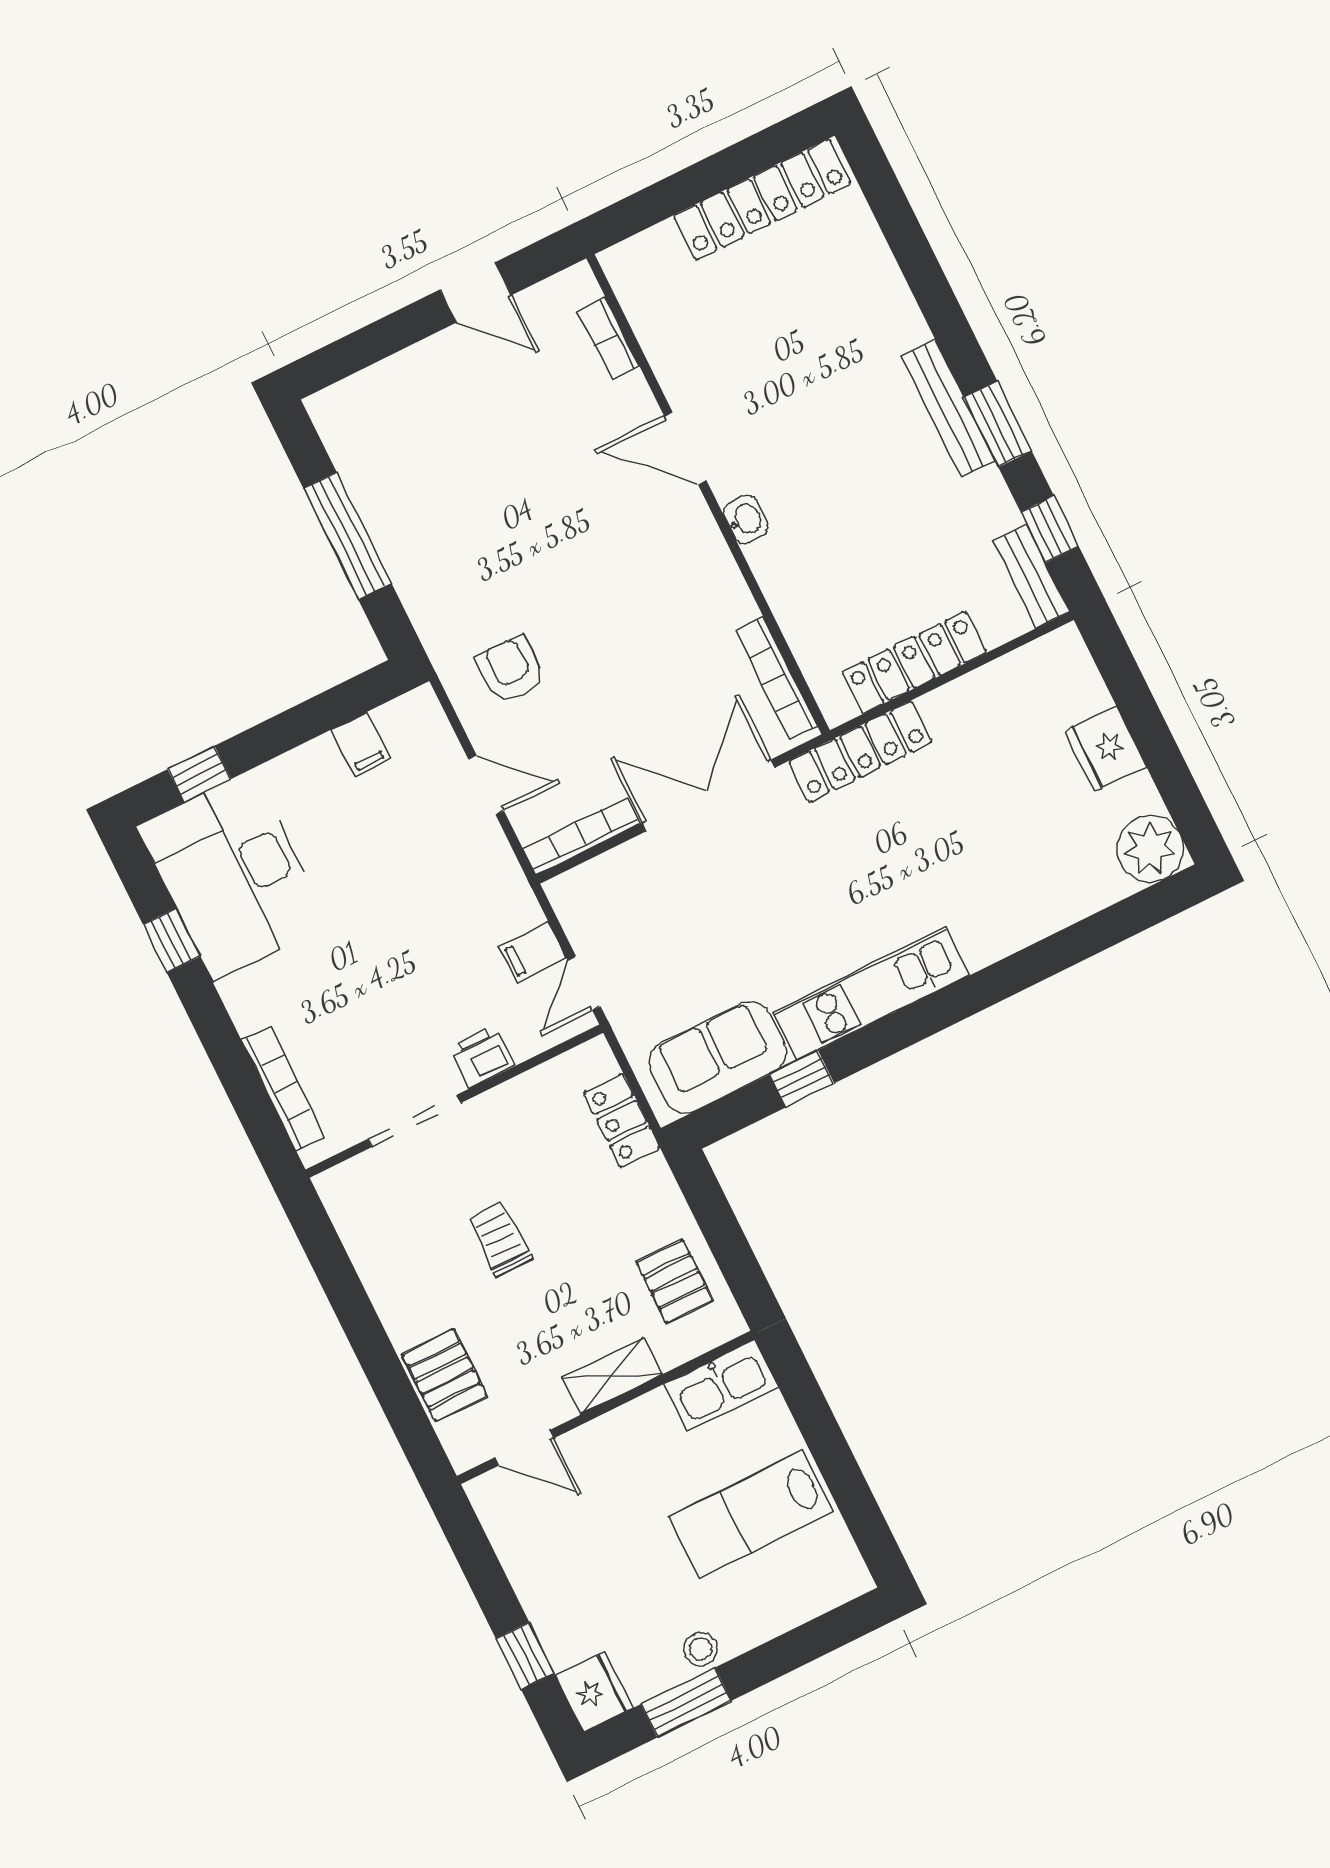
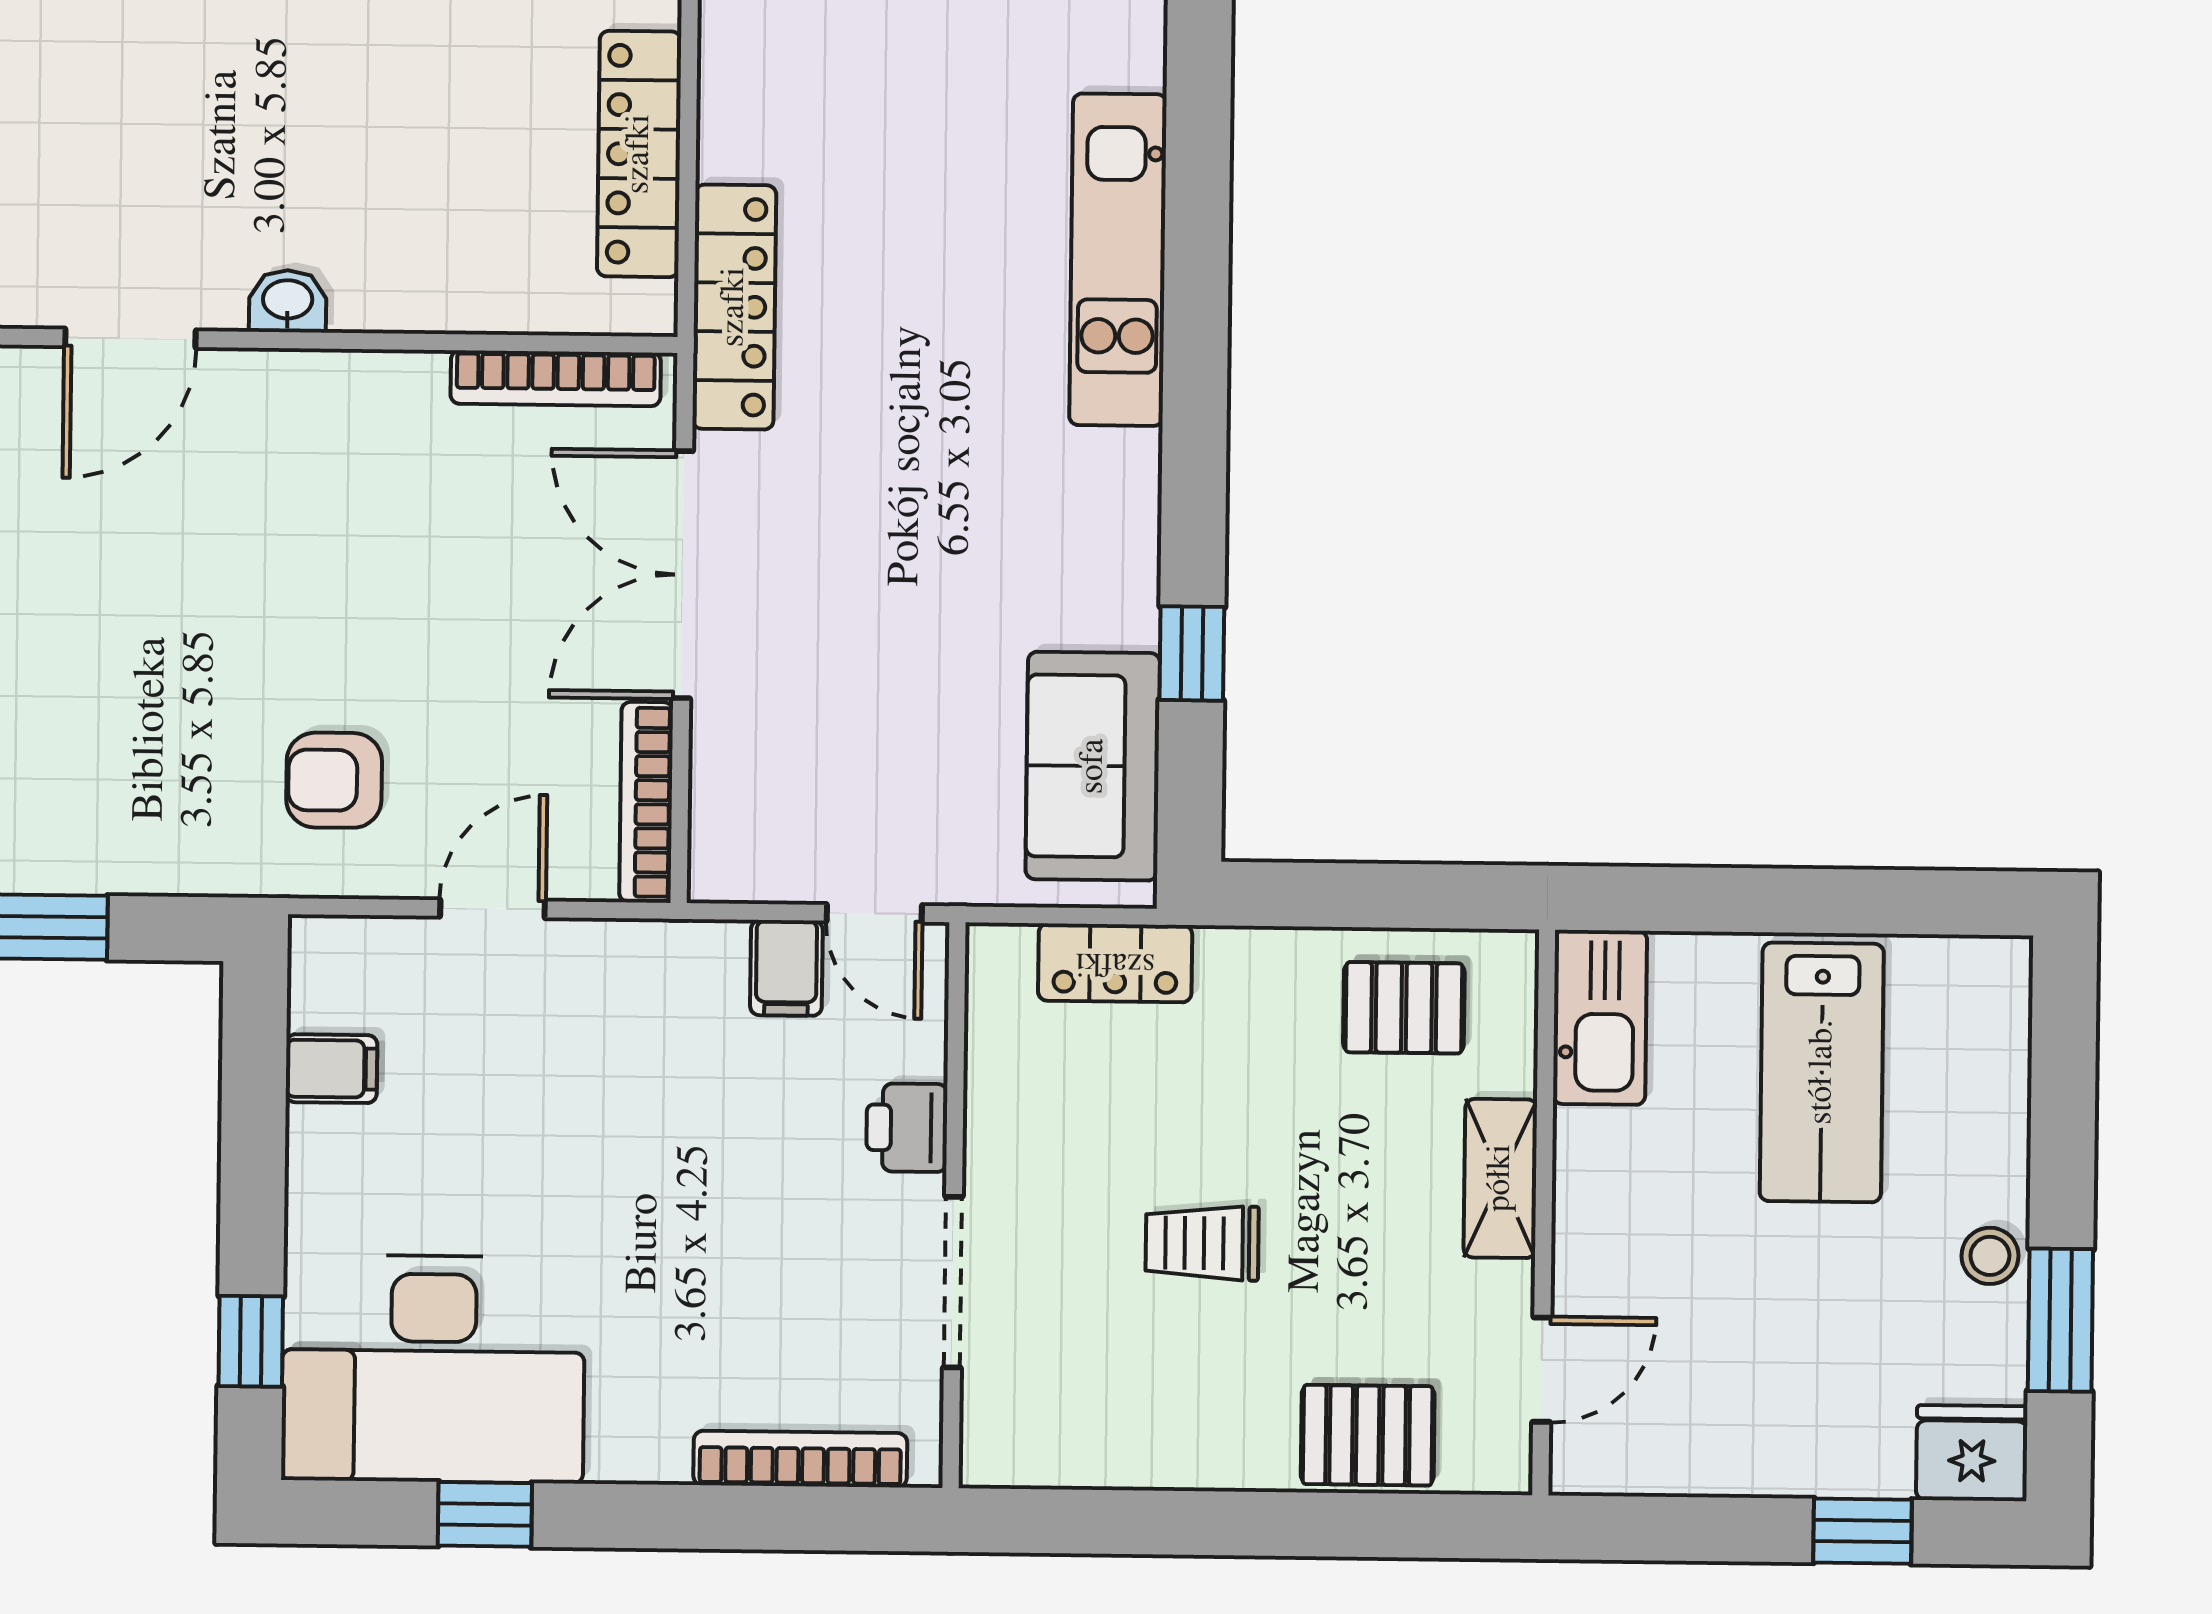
kitchen unit: (871, 994) -> (1118, 260), moved

